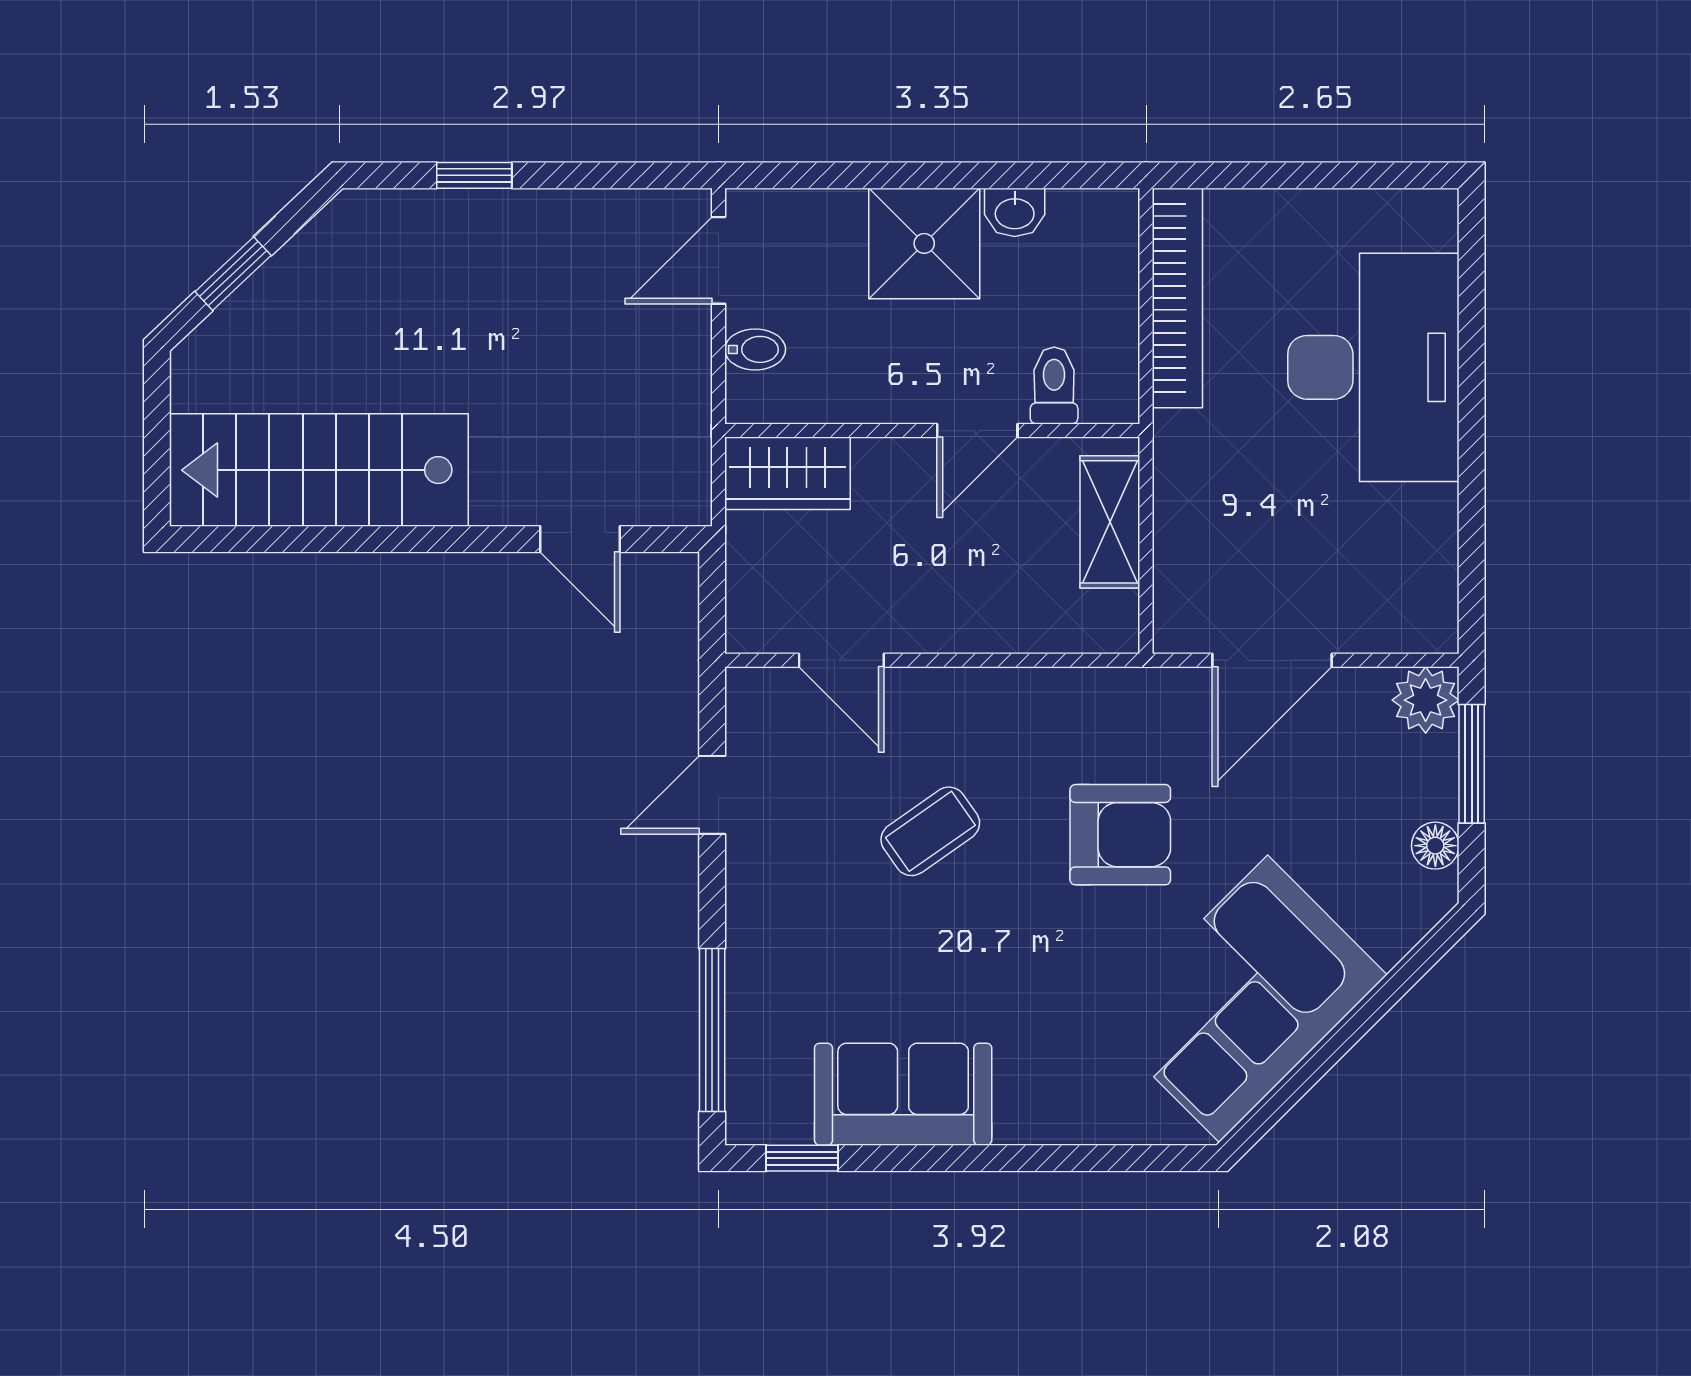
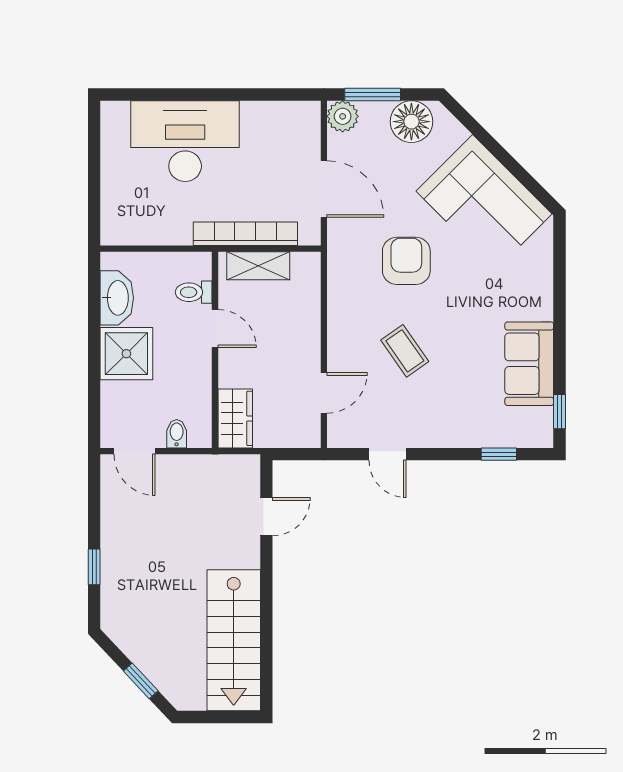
washbasin: (1015, 212) -> (117, 298), width x1.91, depth x1.45
bookcase: (1177, 298) -> (245, 234), moved
floor lamp: (1435, 846) -> (411, 122), width x1.89, depth x1.89
window: (712, 1030) -> (499, 454), width x0.46

